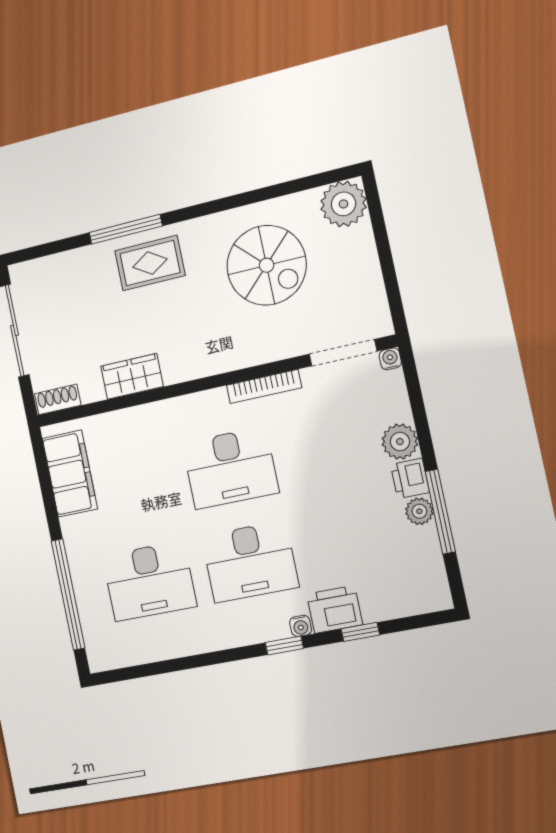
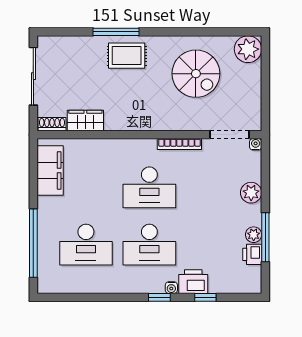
wardrobe: (132, 376) -> (85, 121), moved
printer: (410, 479) -> (252, 254), moved

